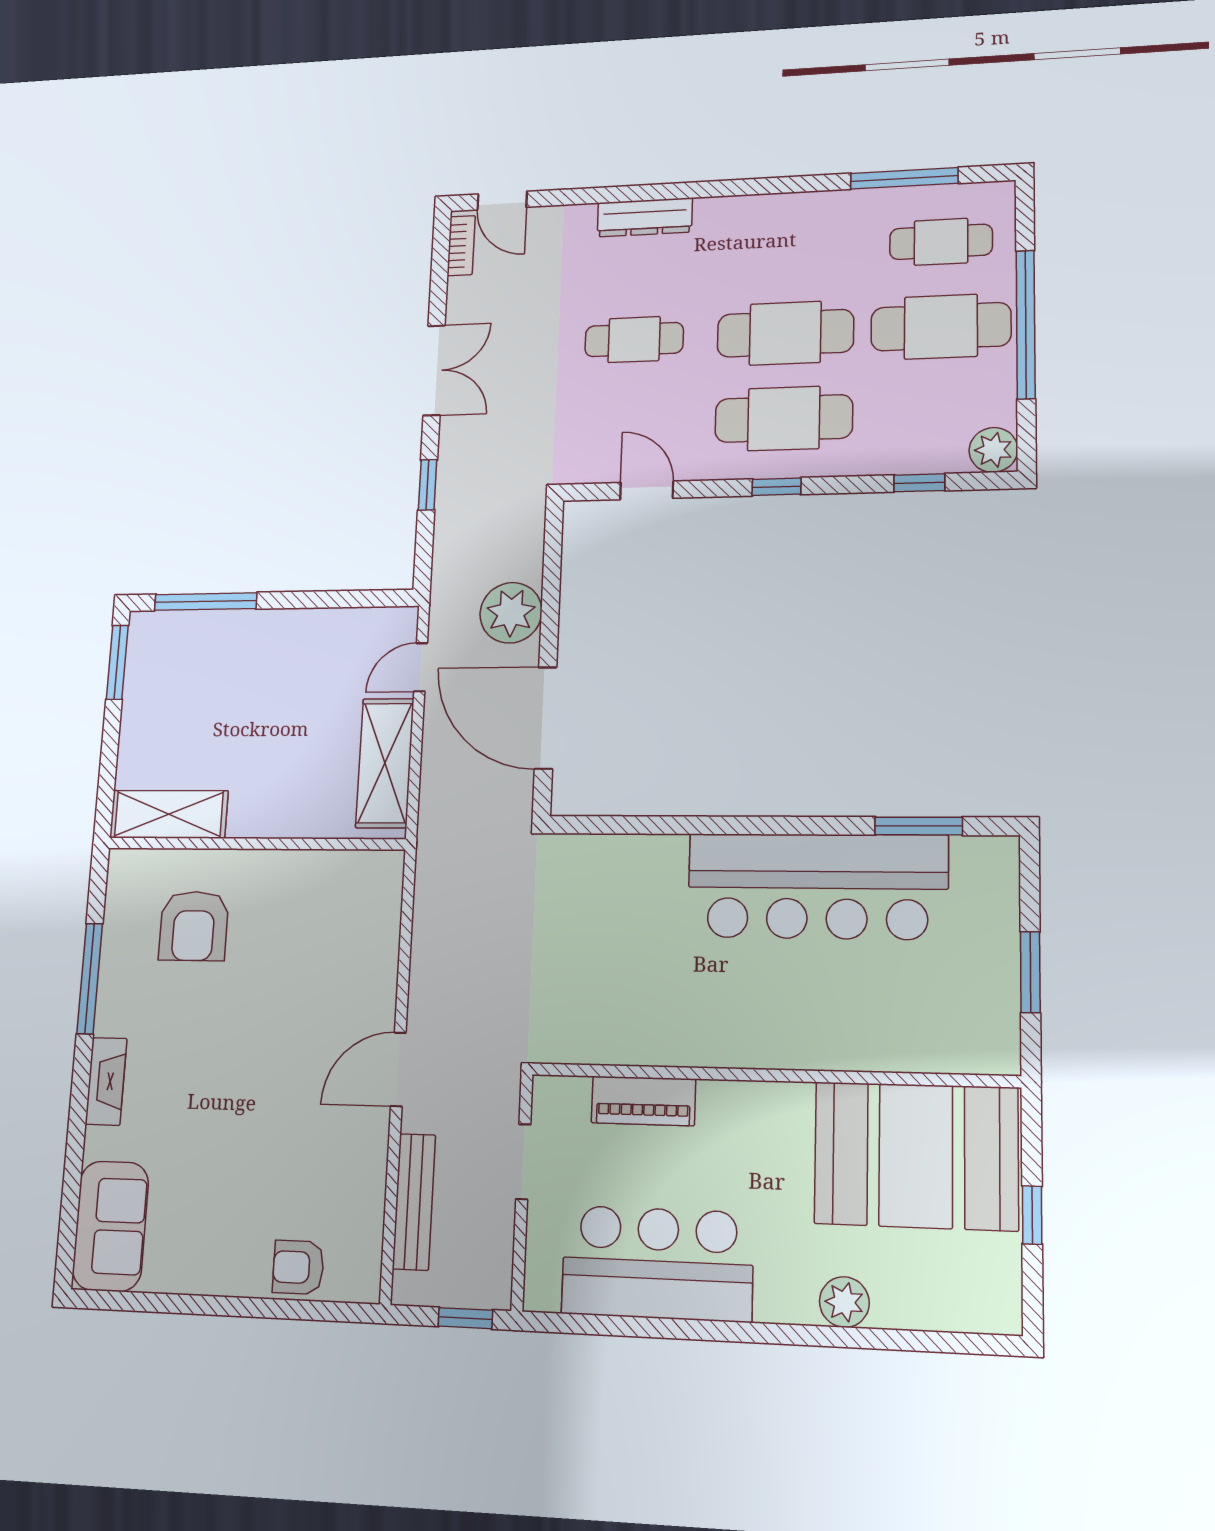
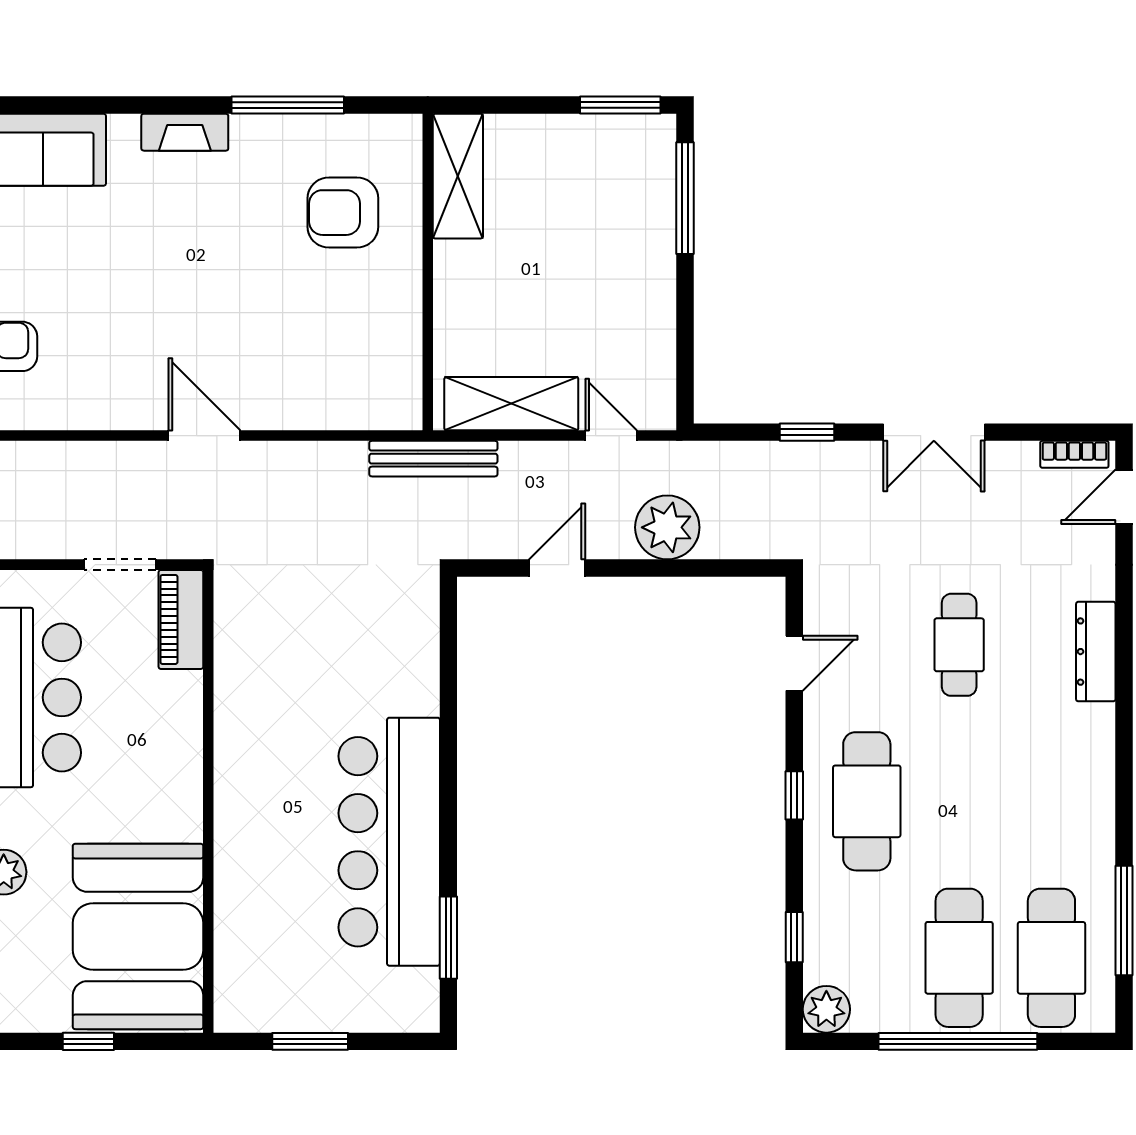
cafe table: (941, 242) -> (1051, 958), width x1.37, depth x1.35
cafe table: (785, 333) -> (959, 801), removed
door: (546, 718) -> (557, 568), width x0.53
piano: (643, 1101) -> (181, 619), moved
bench: (414, 1202) -> (433, 459), moved

